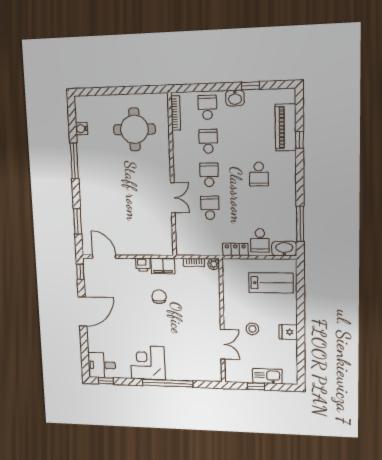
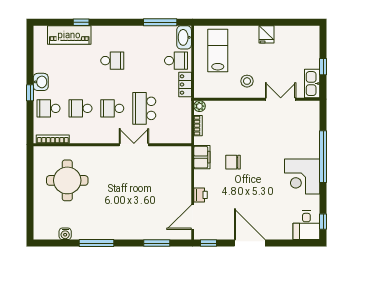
window: (250, 86) -> (30, 93), moved
school desk: (210, 208) -> (144, 108), width x1.85
printer: (143, 265) -> (200, 195), moved
stool: (252, 329) -> (247, 81), moved
kitchen sink: (267, 376) -> (312, 84), moved

